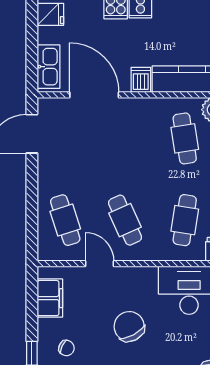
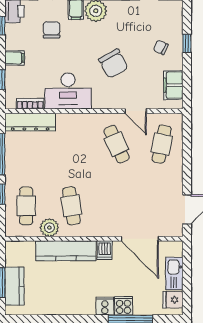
kitchen sink: (48, 67) -> (174, 274), moved
cafe table: (65, 220) -> (162, 144), turned 30
cafe table: (185, 220) -> (71, 144), removed

